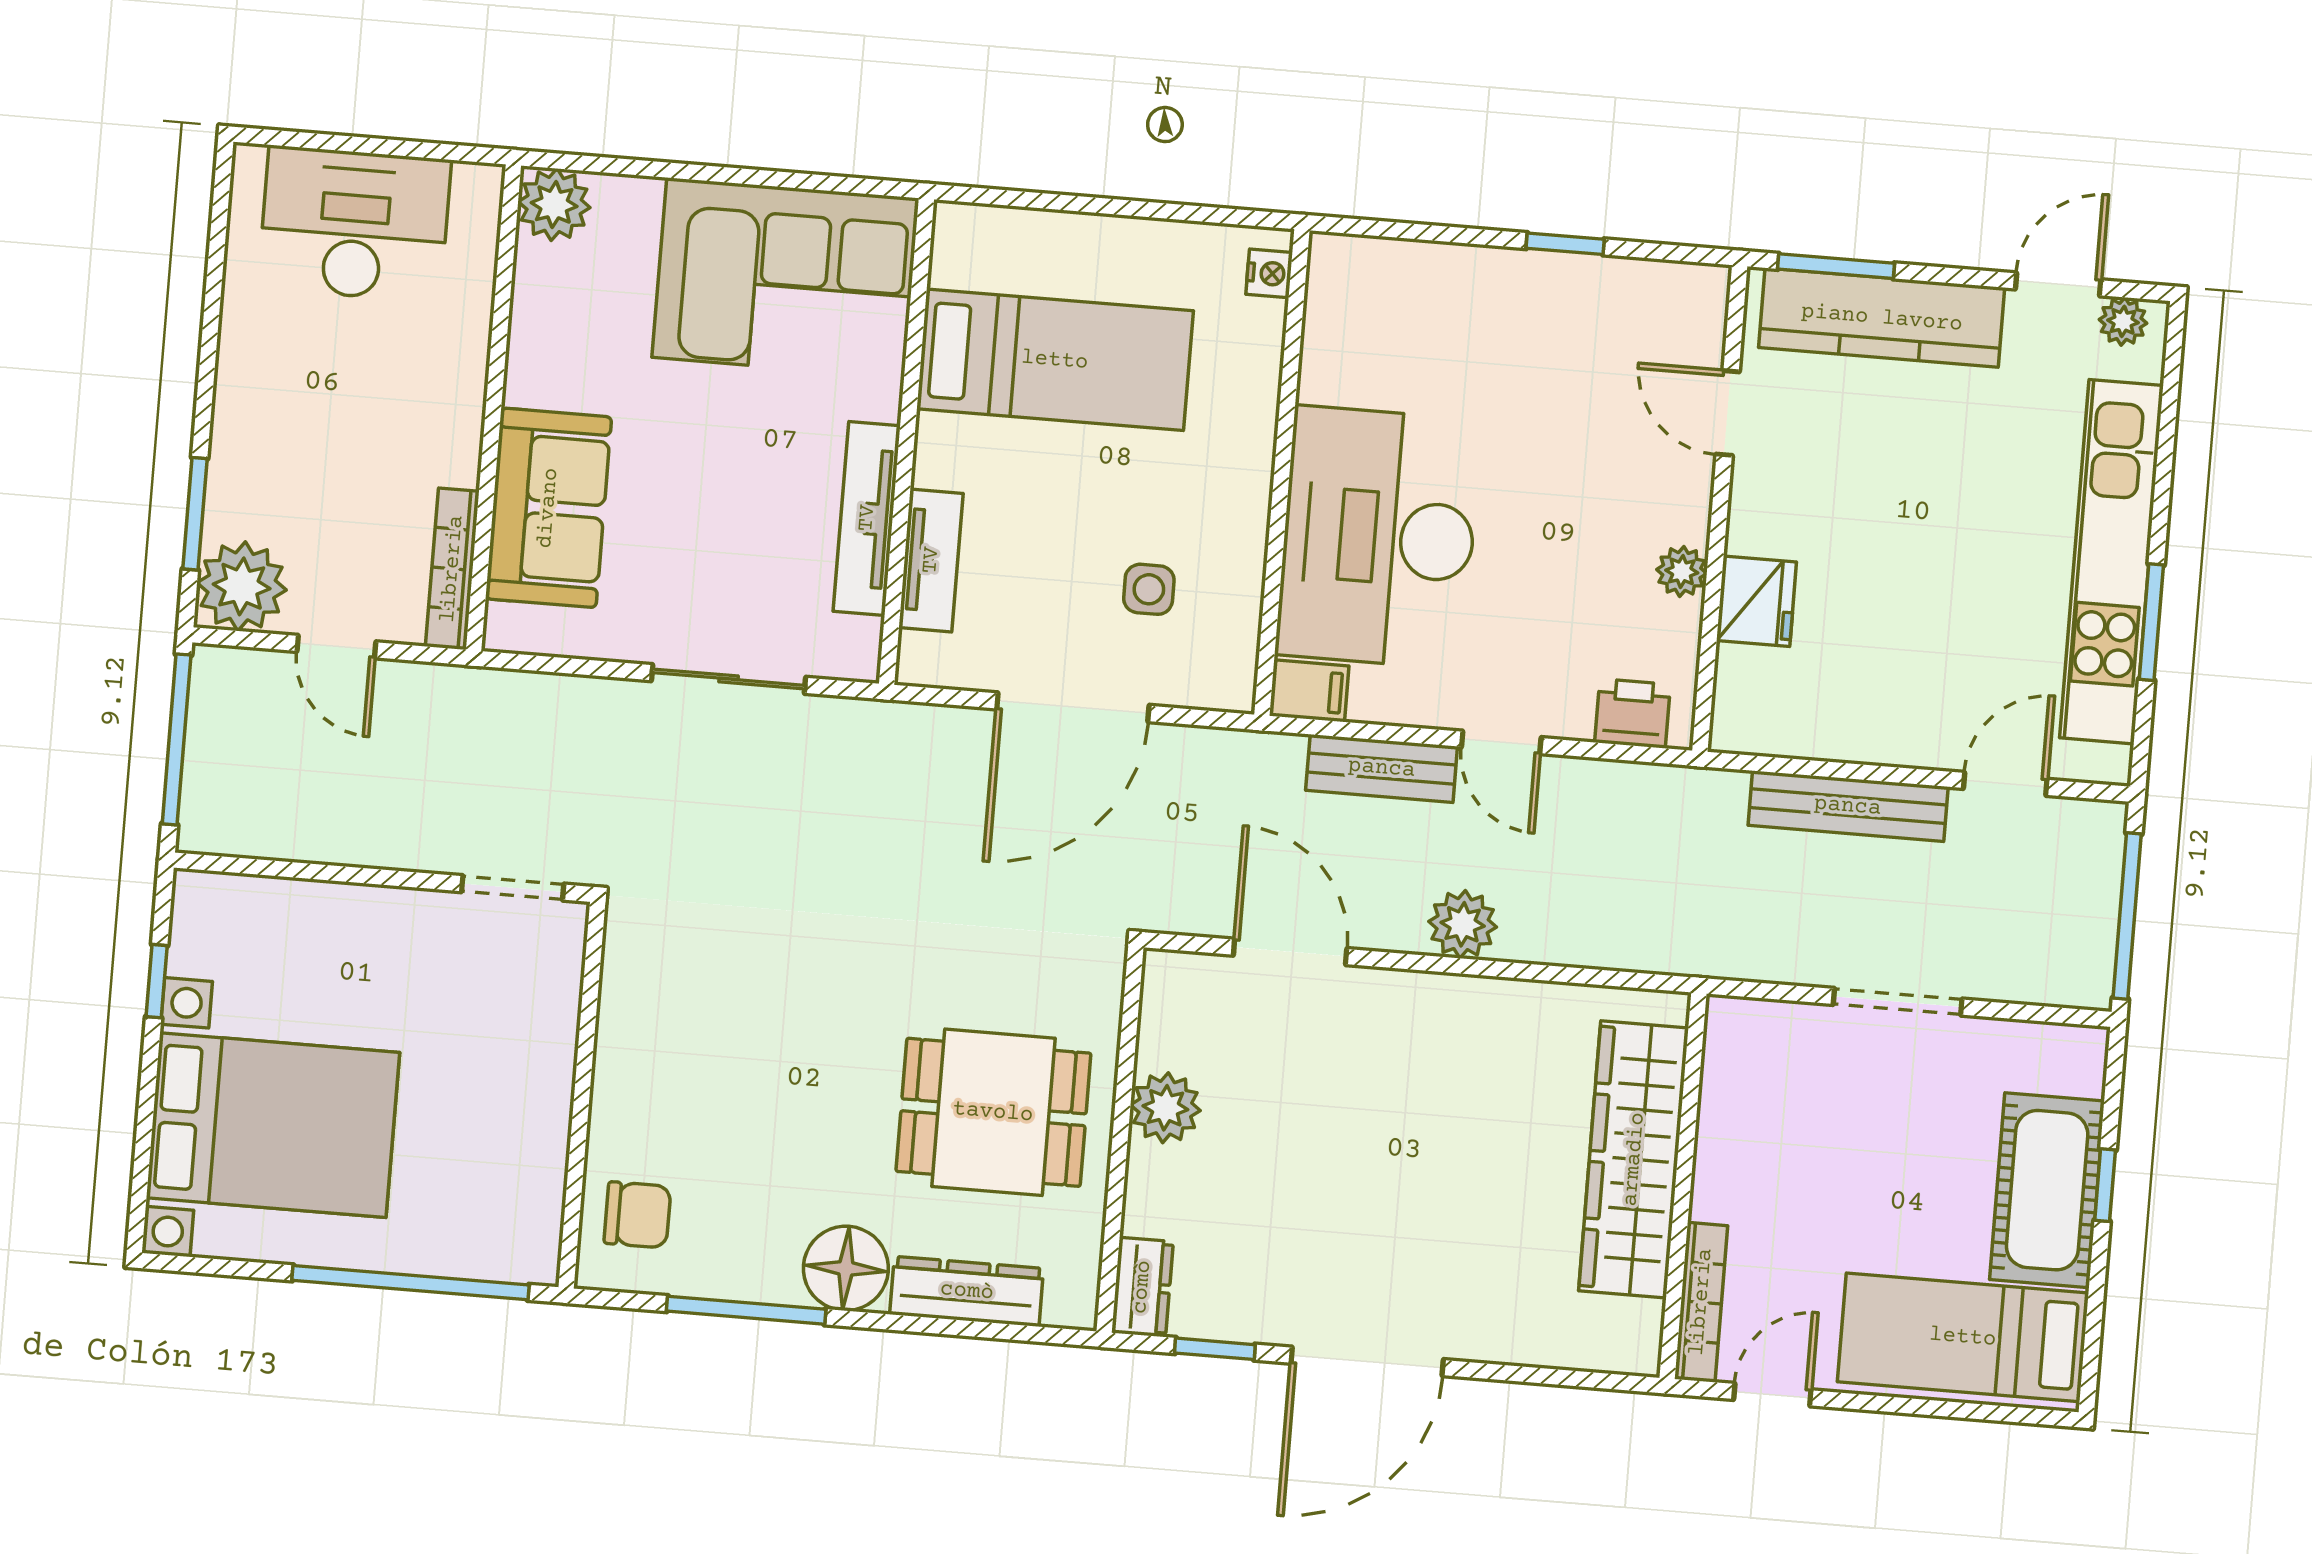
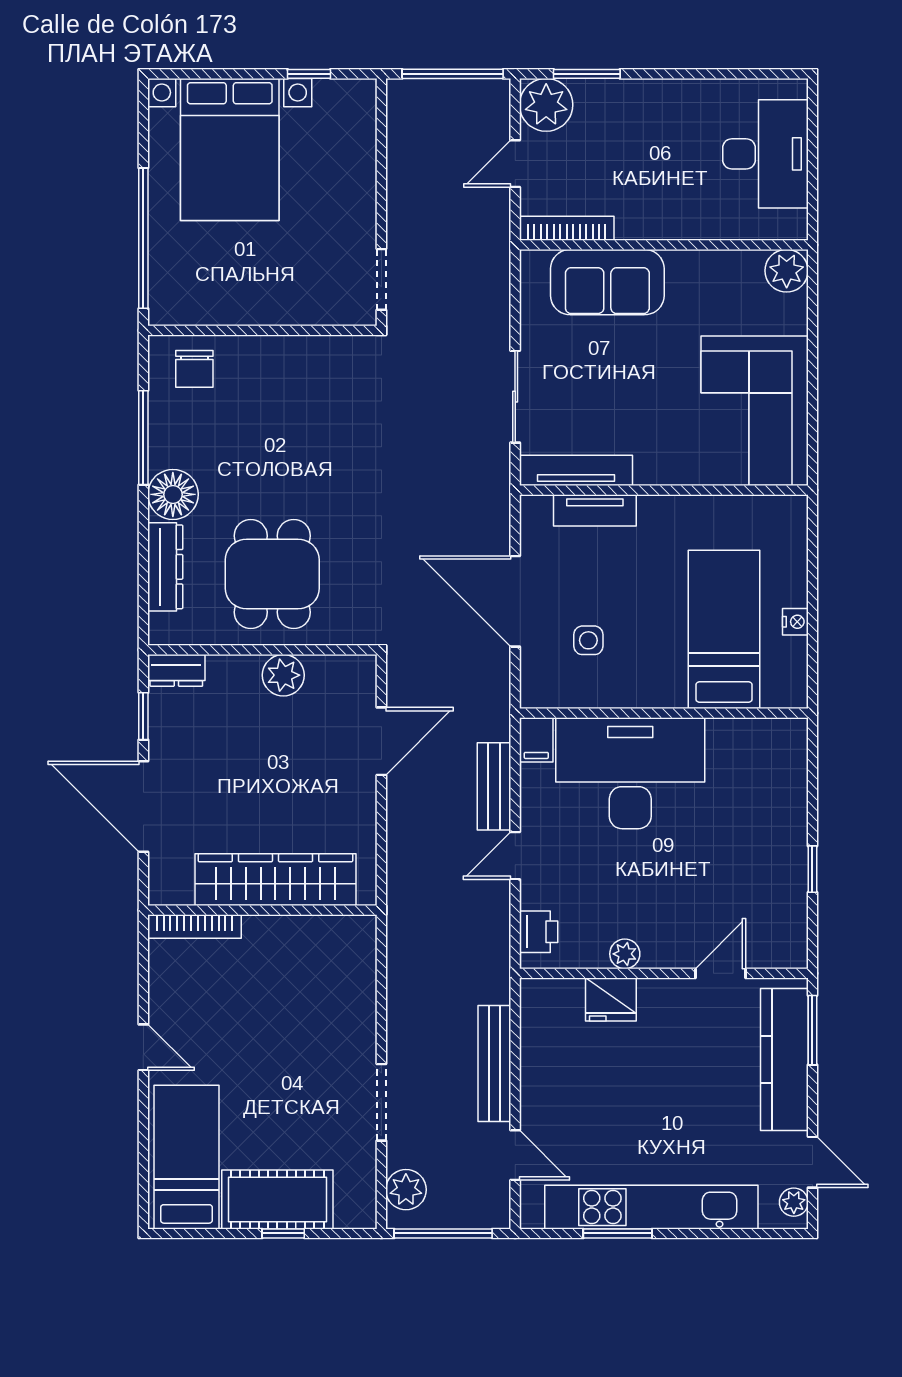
nightstand: (1269, 273) -> (795, 622), moved, turned -90
bed: (1055, 360) -> (724, 629), moved, turned 180
tv unit: (867, 518) -> (576, 470), moved
plant: (1463, 924) -> (406, 1190), moved
wardrobe: (1634, 1159) -> (275, 880), moved
wall: (1683, 1186) -> (262, 910), moved
bookcase: (1701, 1302) -> (194, 927), moved

